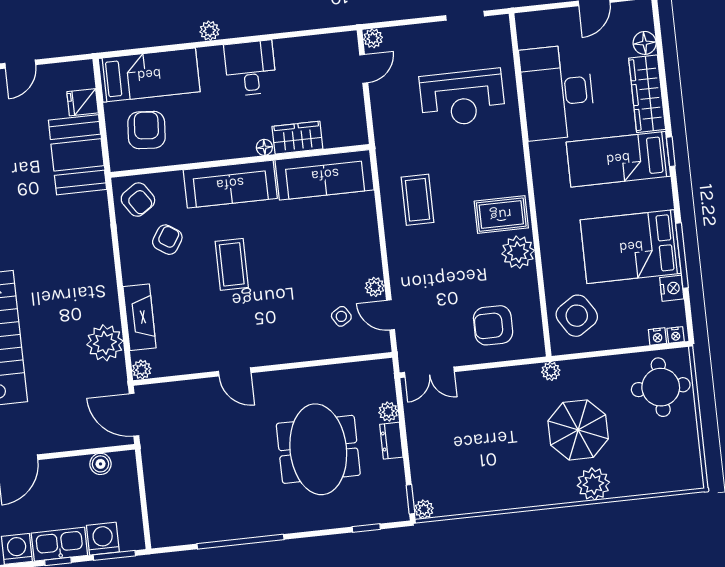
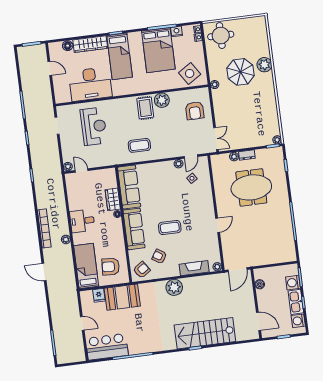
plant: (105, 343) -> (174, 287), moved

